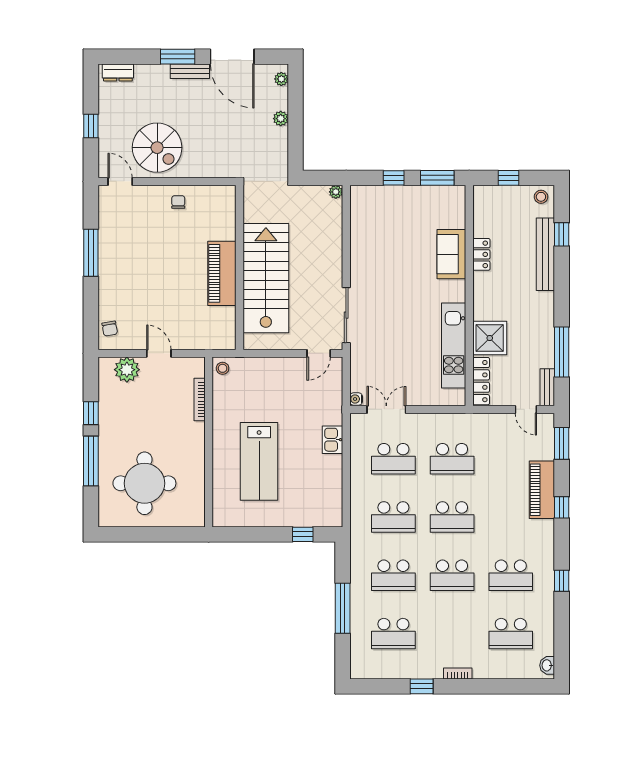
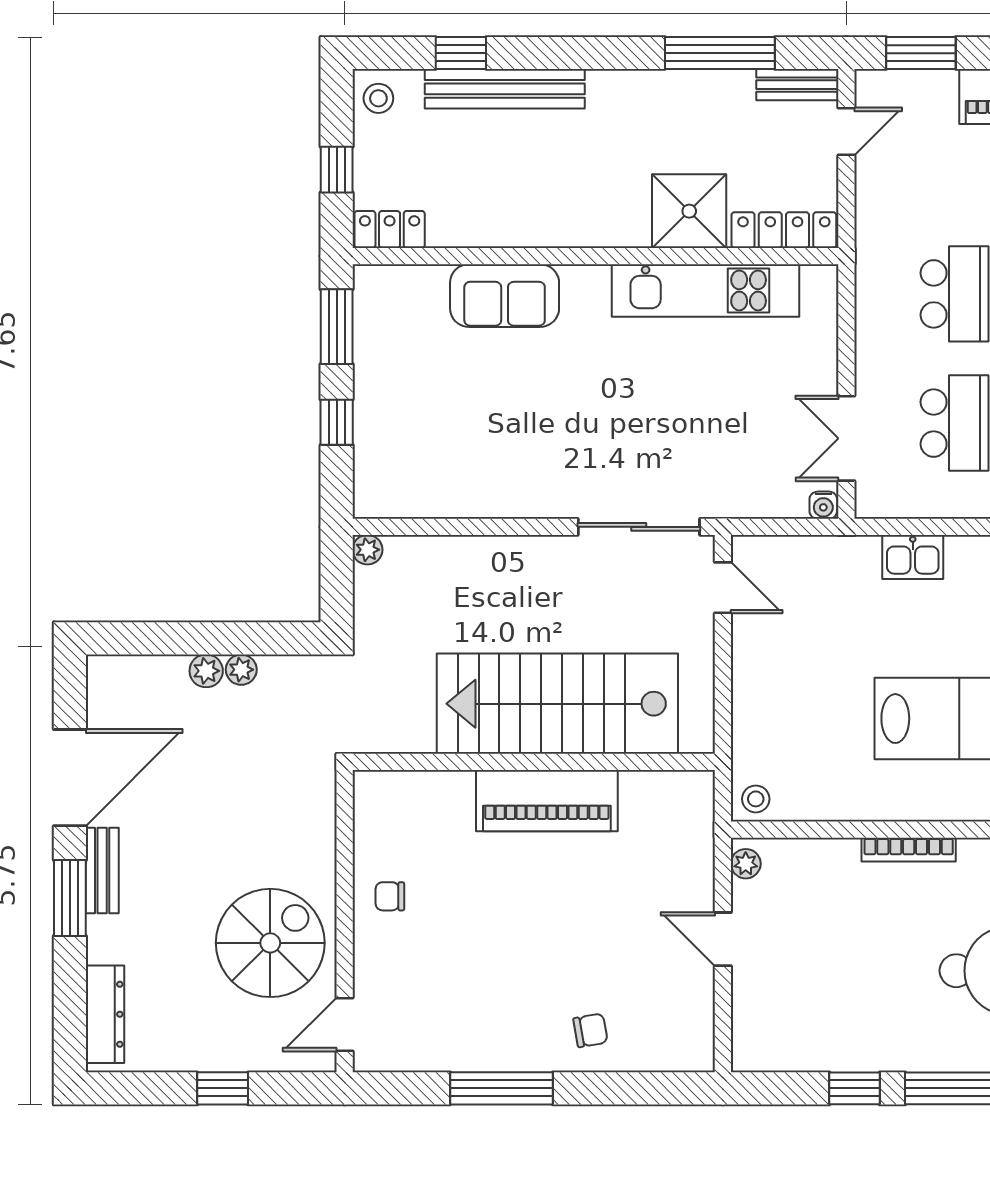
dresser: (118, 72) -> (105, 1014), width x1.44
plant: (281, 79) -> (241, 670), moved
locker: (481, 254) -> (390, 229), moved
chair: (110, 329) -> (590, 1030), moved
door: (159, 353) -> (723, 939), hinge flipped
plant: (127, 370) -> (746, 864), moved, width x0.53, depth x0.53
bookcase: (200, 400) -> (909, 850), moved

